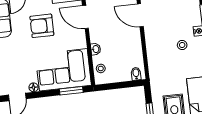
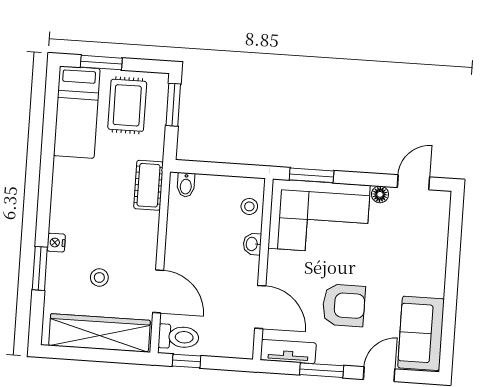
stool: (182, 45) -> (99, 277), moved
cot: (156, 70) -> (149, 185), added

